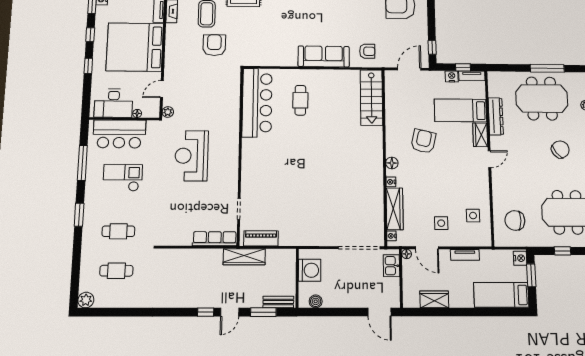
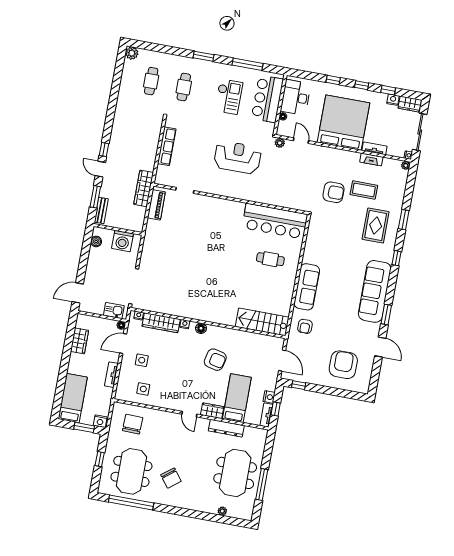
chair: (560, 149) -> (171, 478), moved
row of seats: (215, 239) -> (167, 146), moved

